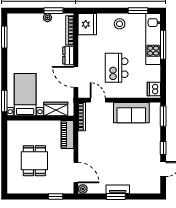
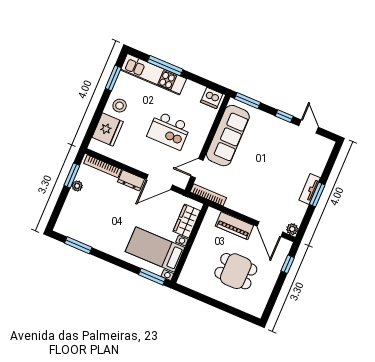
fridge: (87, 24) -> (108, 130), moved, turned 90
sofa: (131, 113) -> (228, 136), width x1.36
piano: (67, 134) -> (234, 226), moved
door: (76, 173) -> (270, 229), swing flipped

